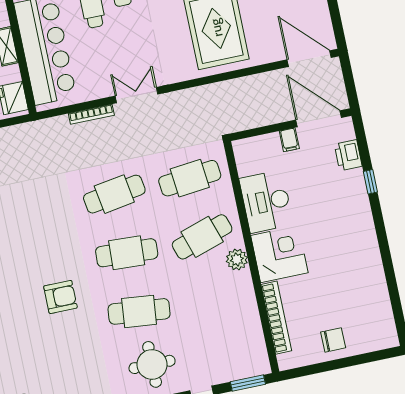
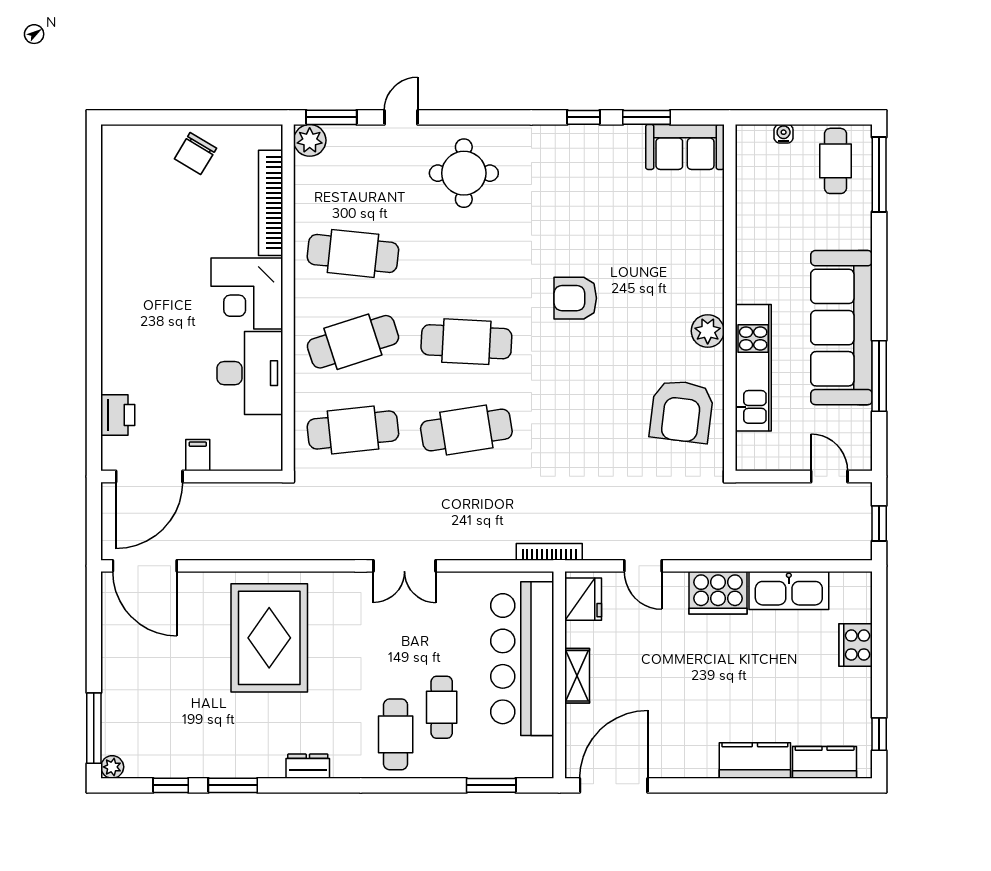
bookcase: (91, 114) -> (549, 552), moved
door: (319, 119) -> (149, 476), hinge flipped
window: (370, 182) -> (94, 370), removed
plant: (237, 259) -> (310, 140), moved
cafe table: (139, 311) -> (353, 253), moved
chair: (333, 340) -> (195, 153), turned -59

